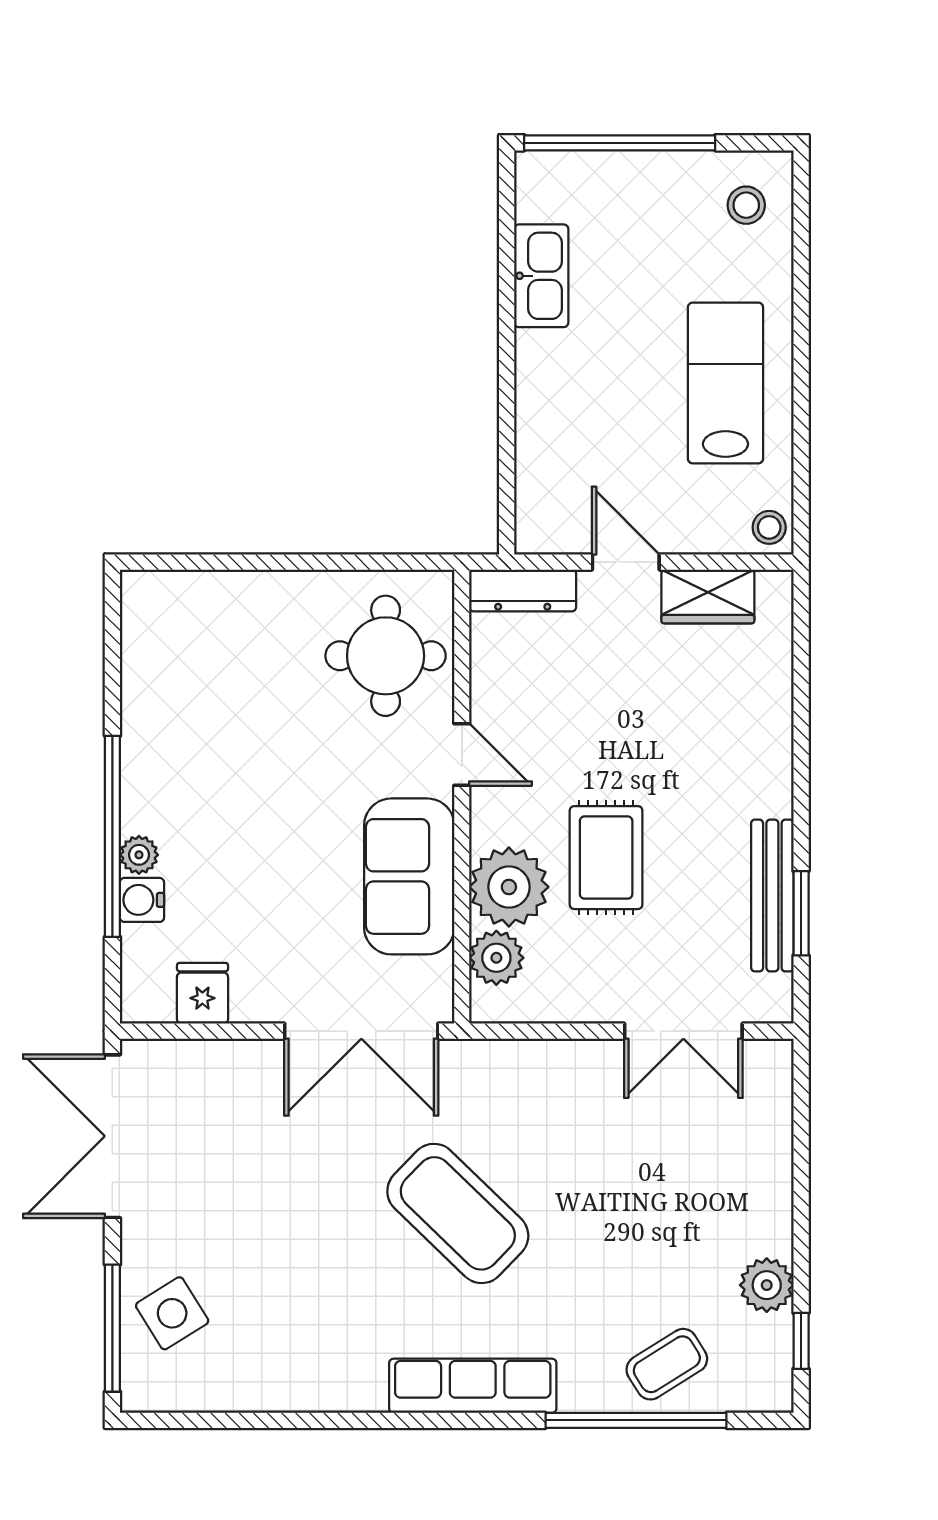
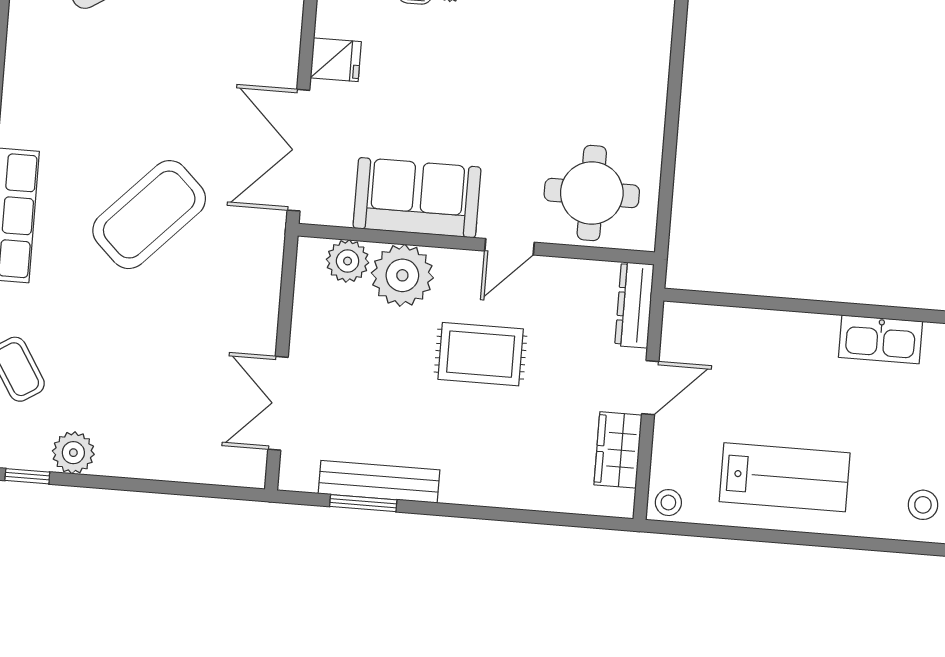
rug: (606, 858) -> (481, 354), moved
fridge: (202, 993) -> (336, 60), moved

